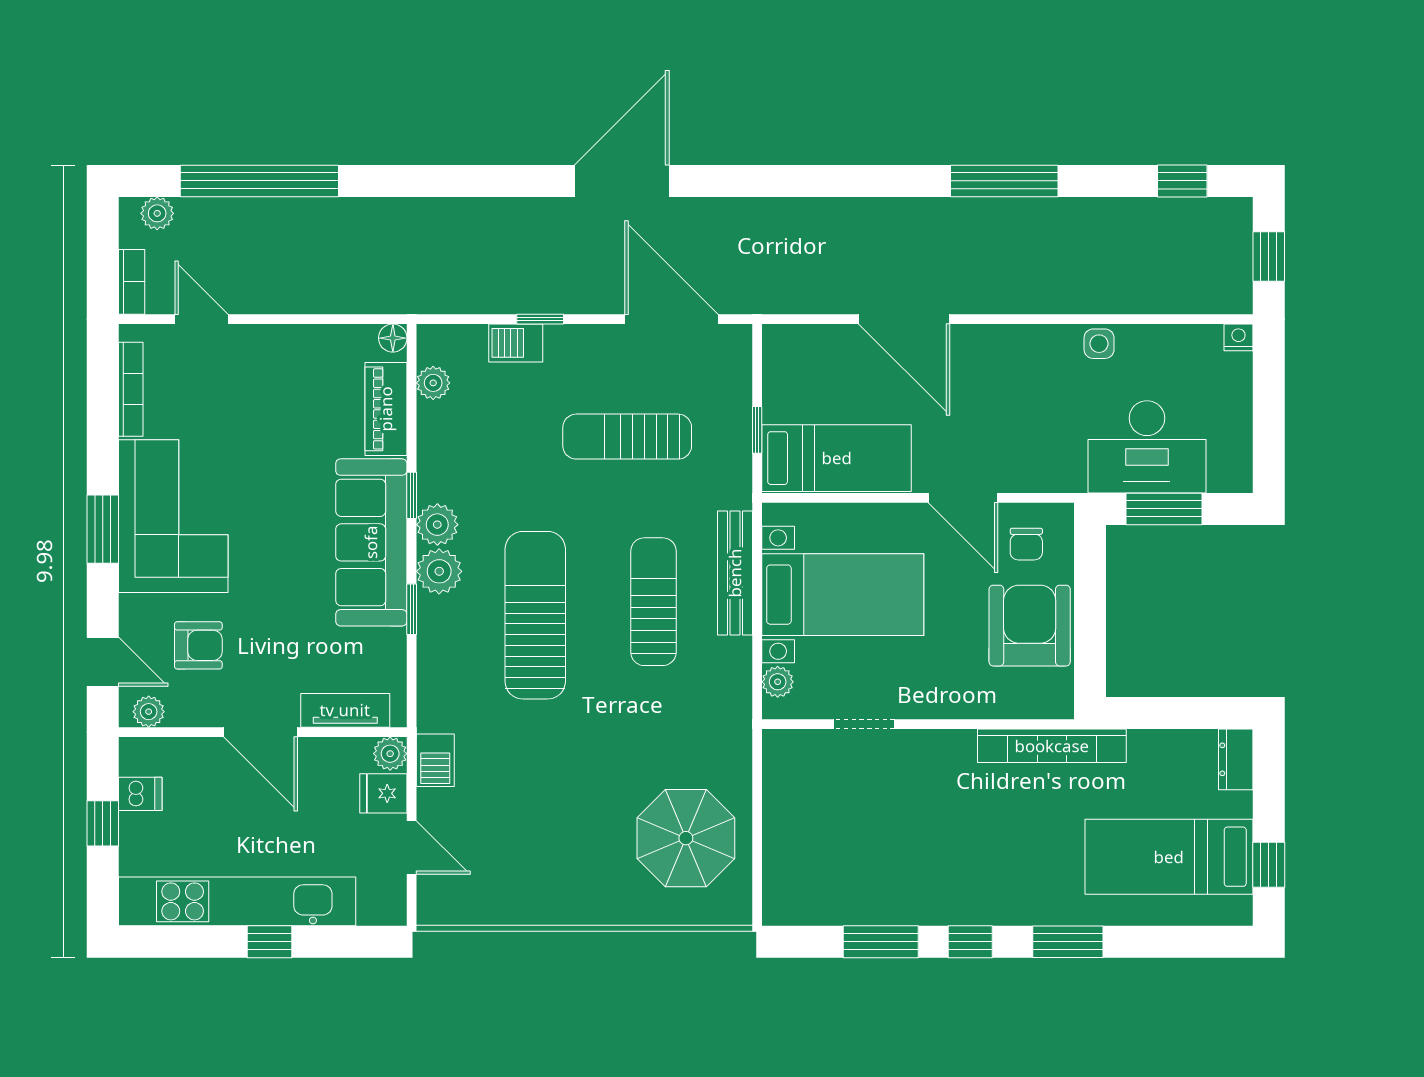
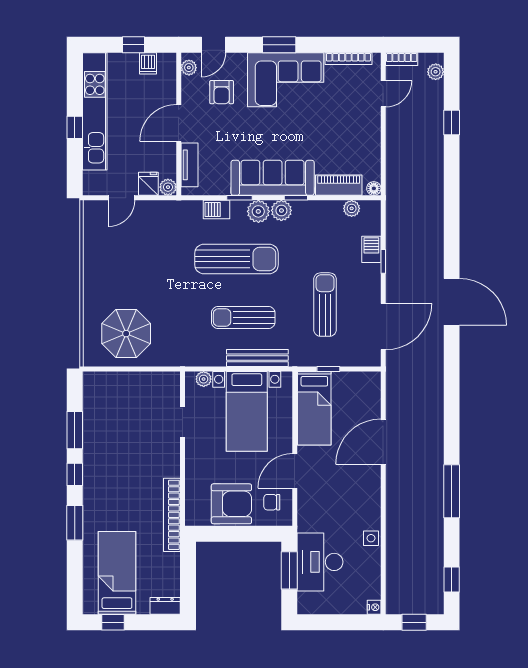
window: (259, 181) -> (452, 122), width x0.32
sun lounger: (653, 602) -> (243, 318), turned 180
barbecue: (435, 760) -> (217, 209), moved

